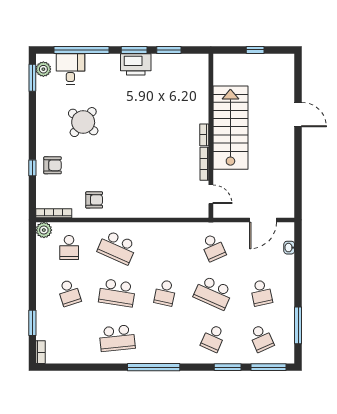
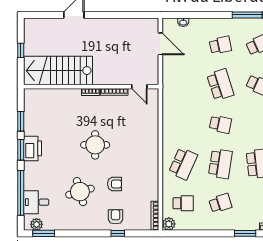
round table: (83, 122) -> (80, 192), turned 34
stairs: (230, 128) -> (58, 71), moved
round table: (140, 140) -> (95, 145), added
door: (211, 194) -> (139, 87), swing flipped
armchair: (94, 200) -> (114, 184), moved, turned 90
school desk: (213, 247) -> (183, 85), removed
school desk: (213, 293) -> (220, 85), turned -42

